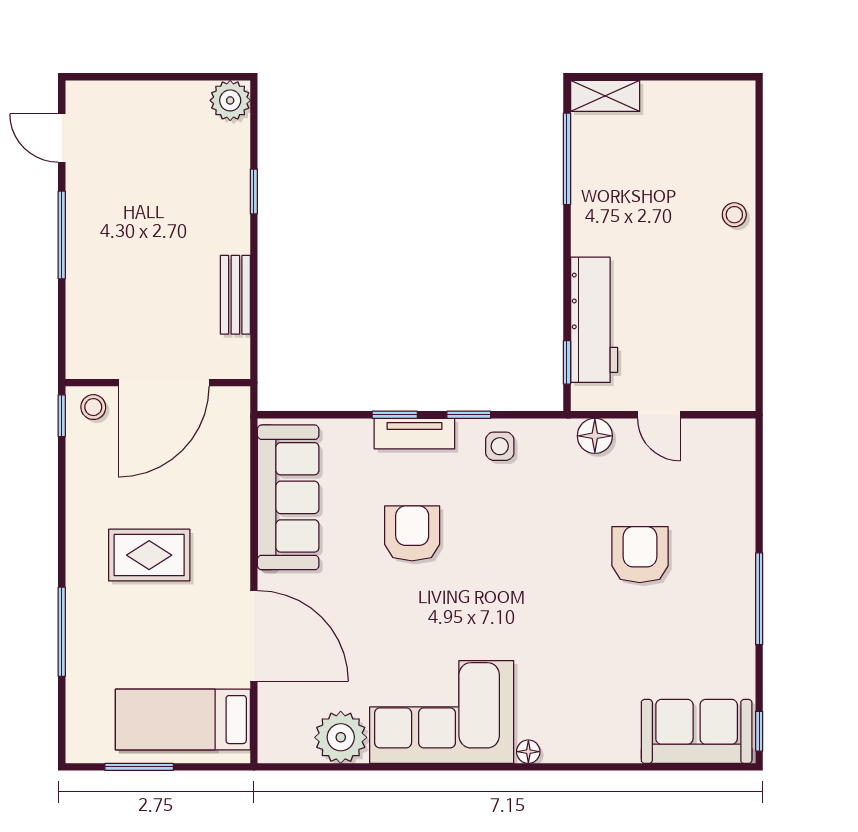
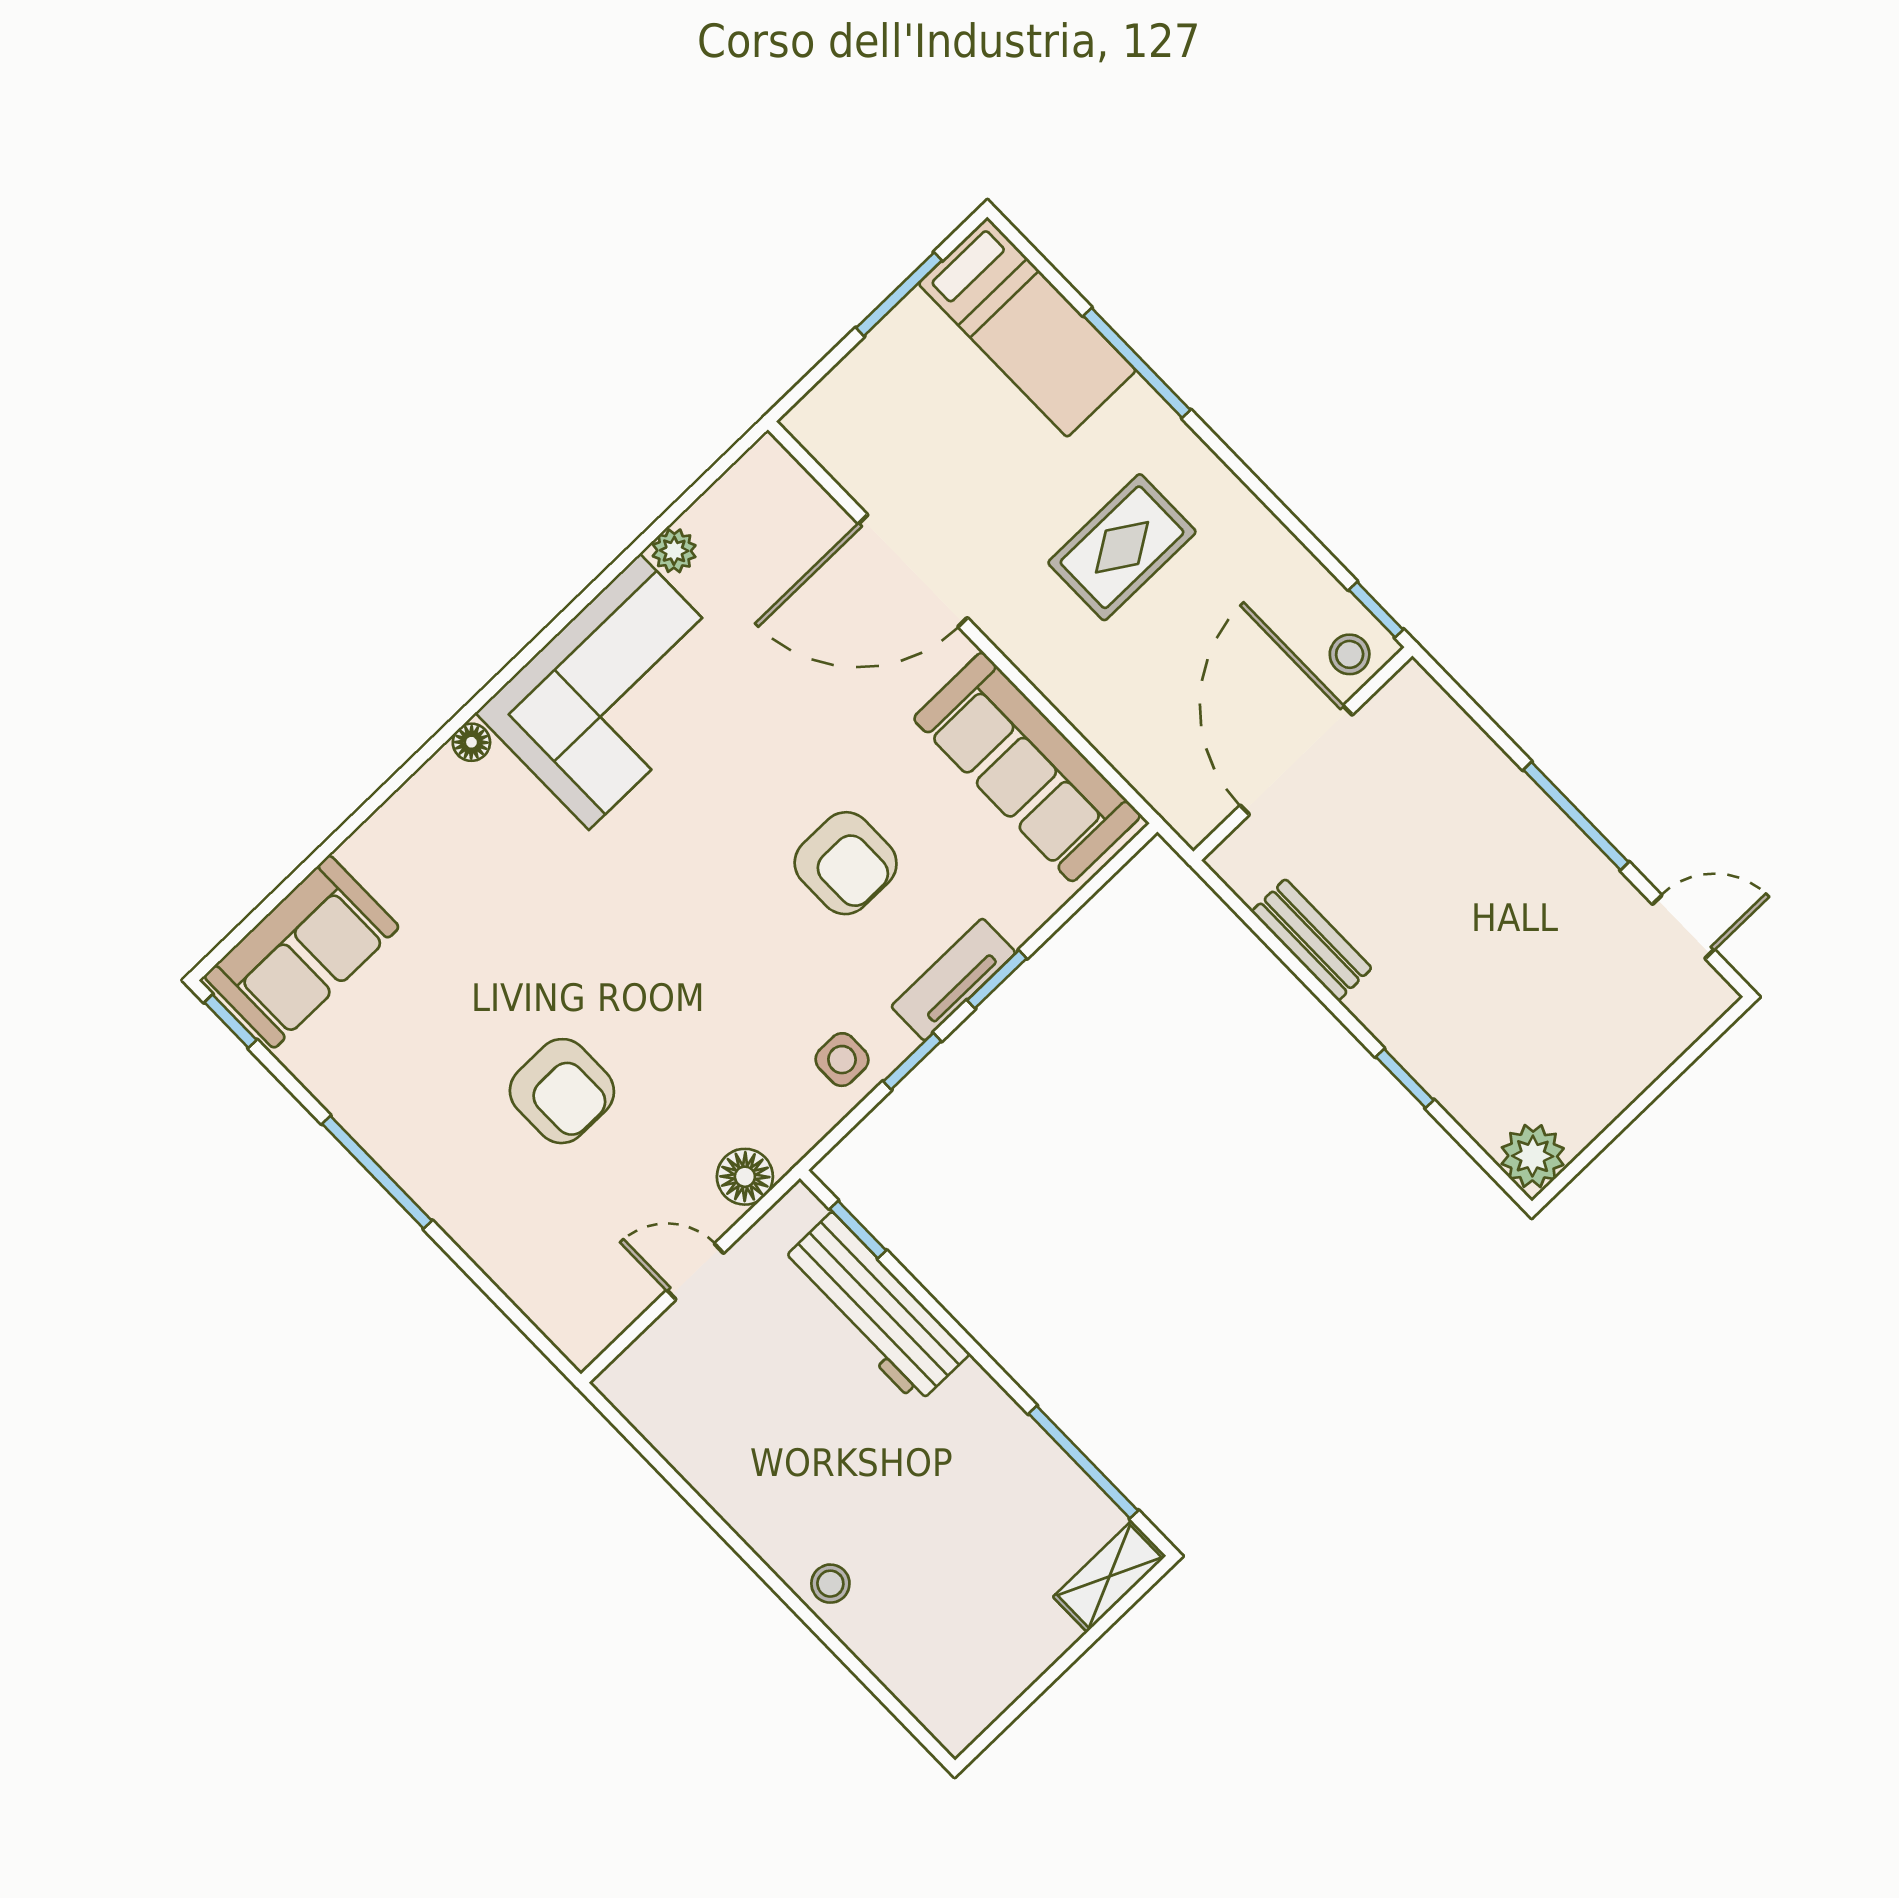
bed: (183, 720) -> (1027, 327), moved, turned 90
plant: (341, 737) -> (674, 551), width x0.53, depth x0.53

